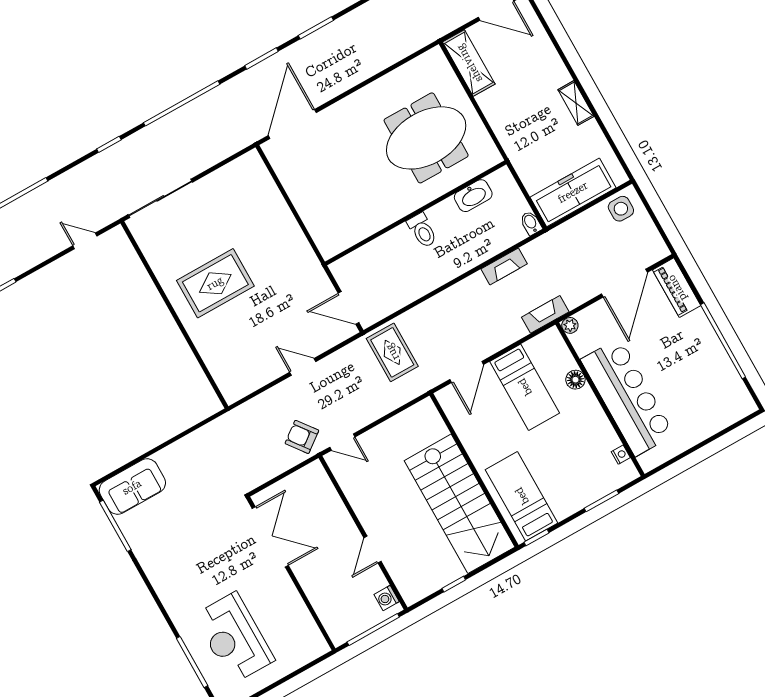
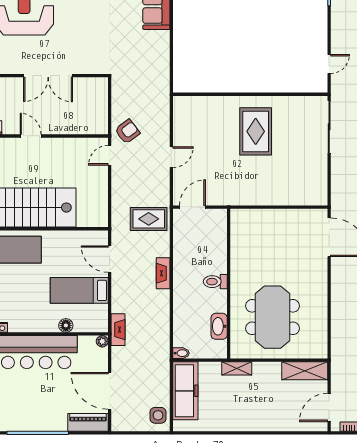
shelving: (576, 103) -> (237, 368), moved
fireplace: (504, 266) -> (163, 273), moved
double door: (270, 537) -> (48, 76), moved

